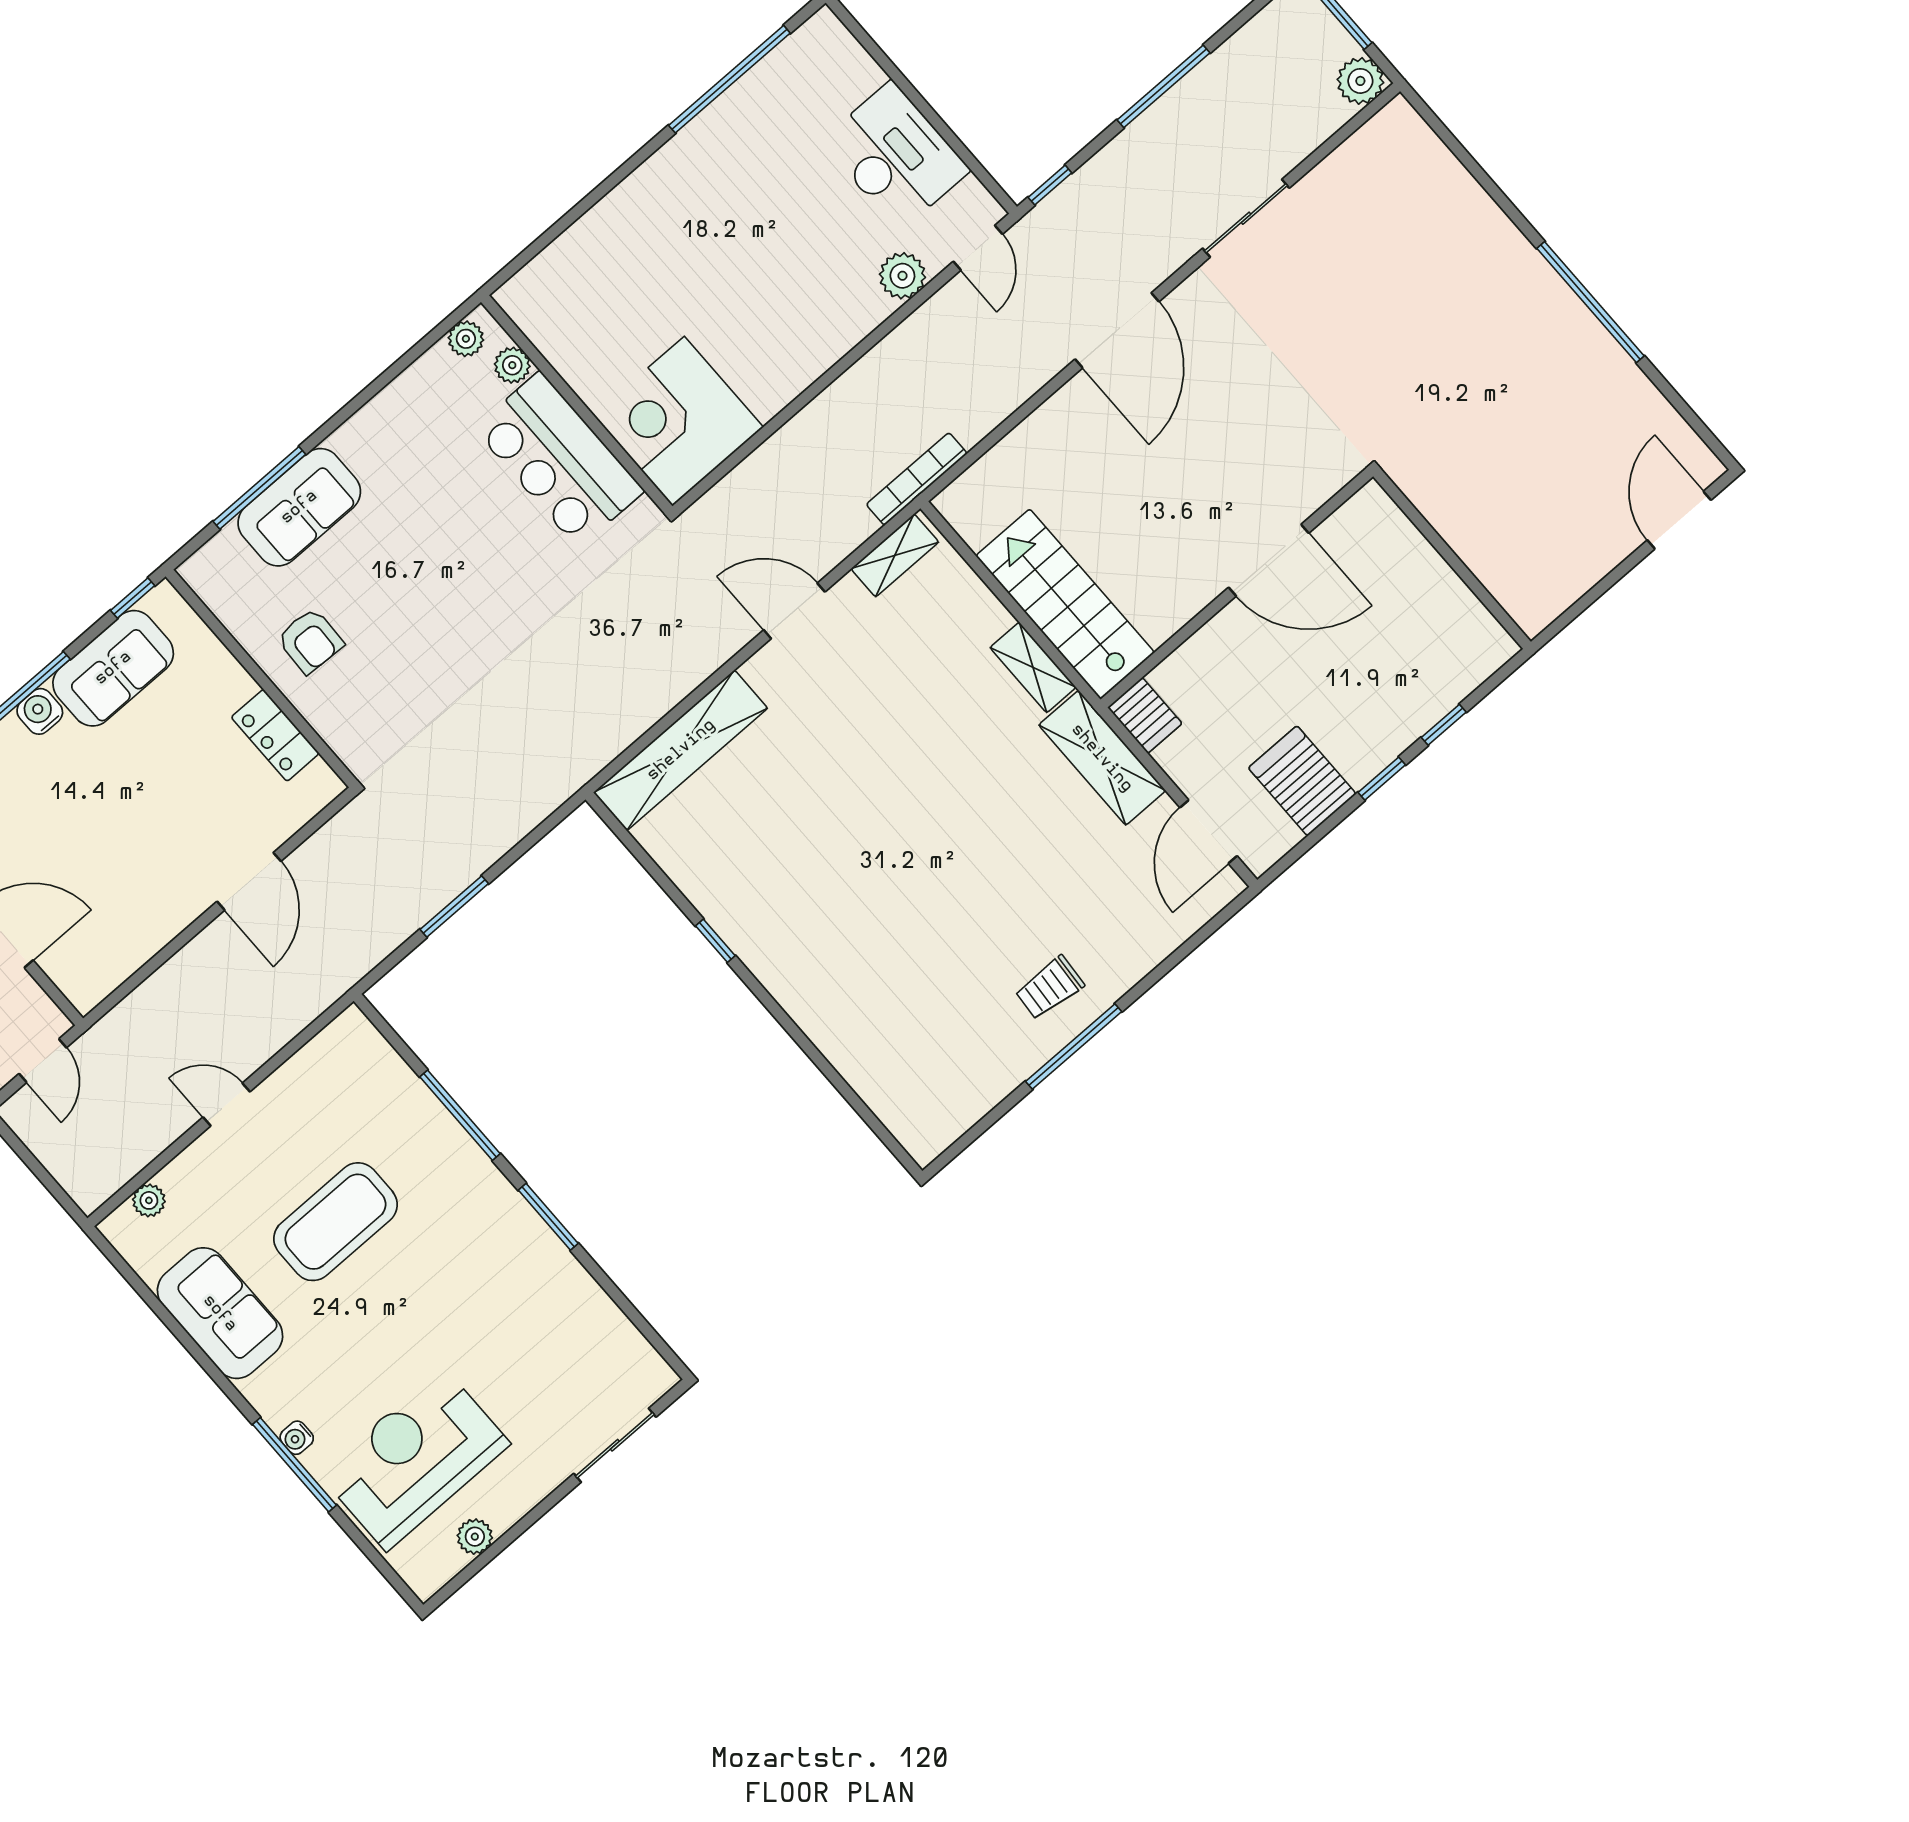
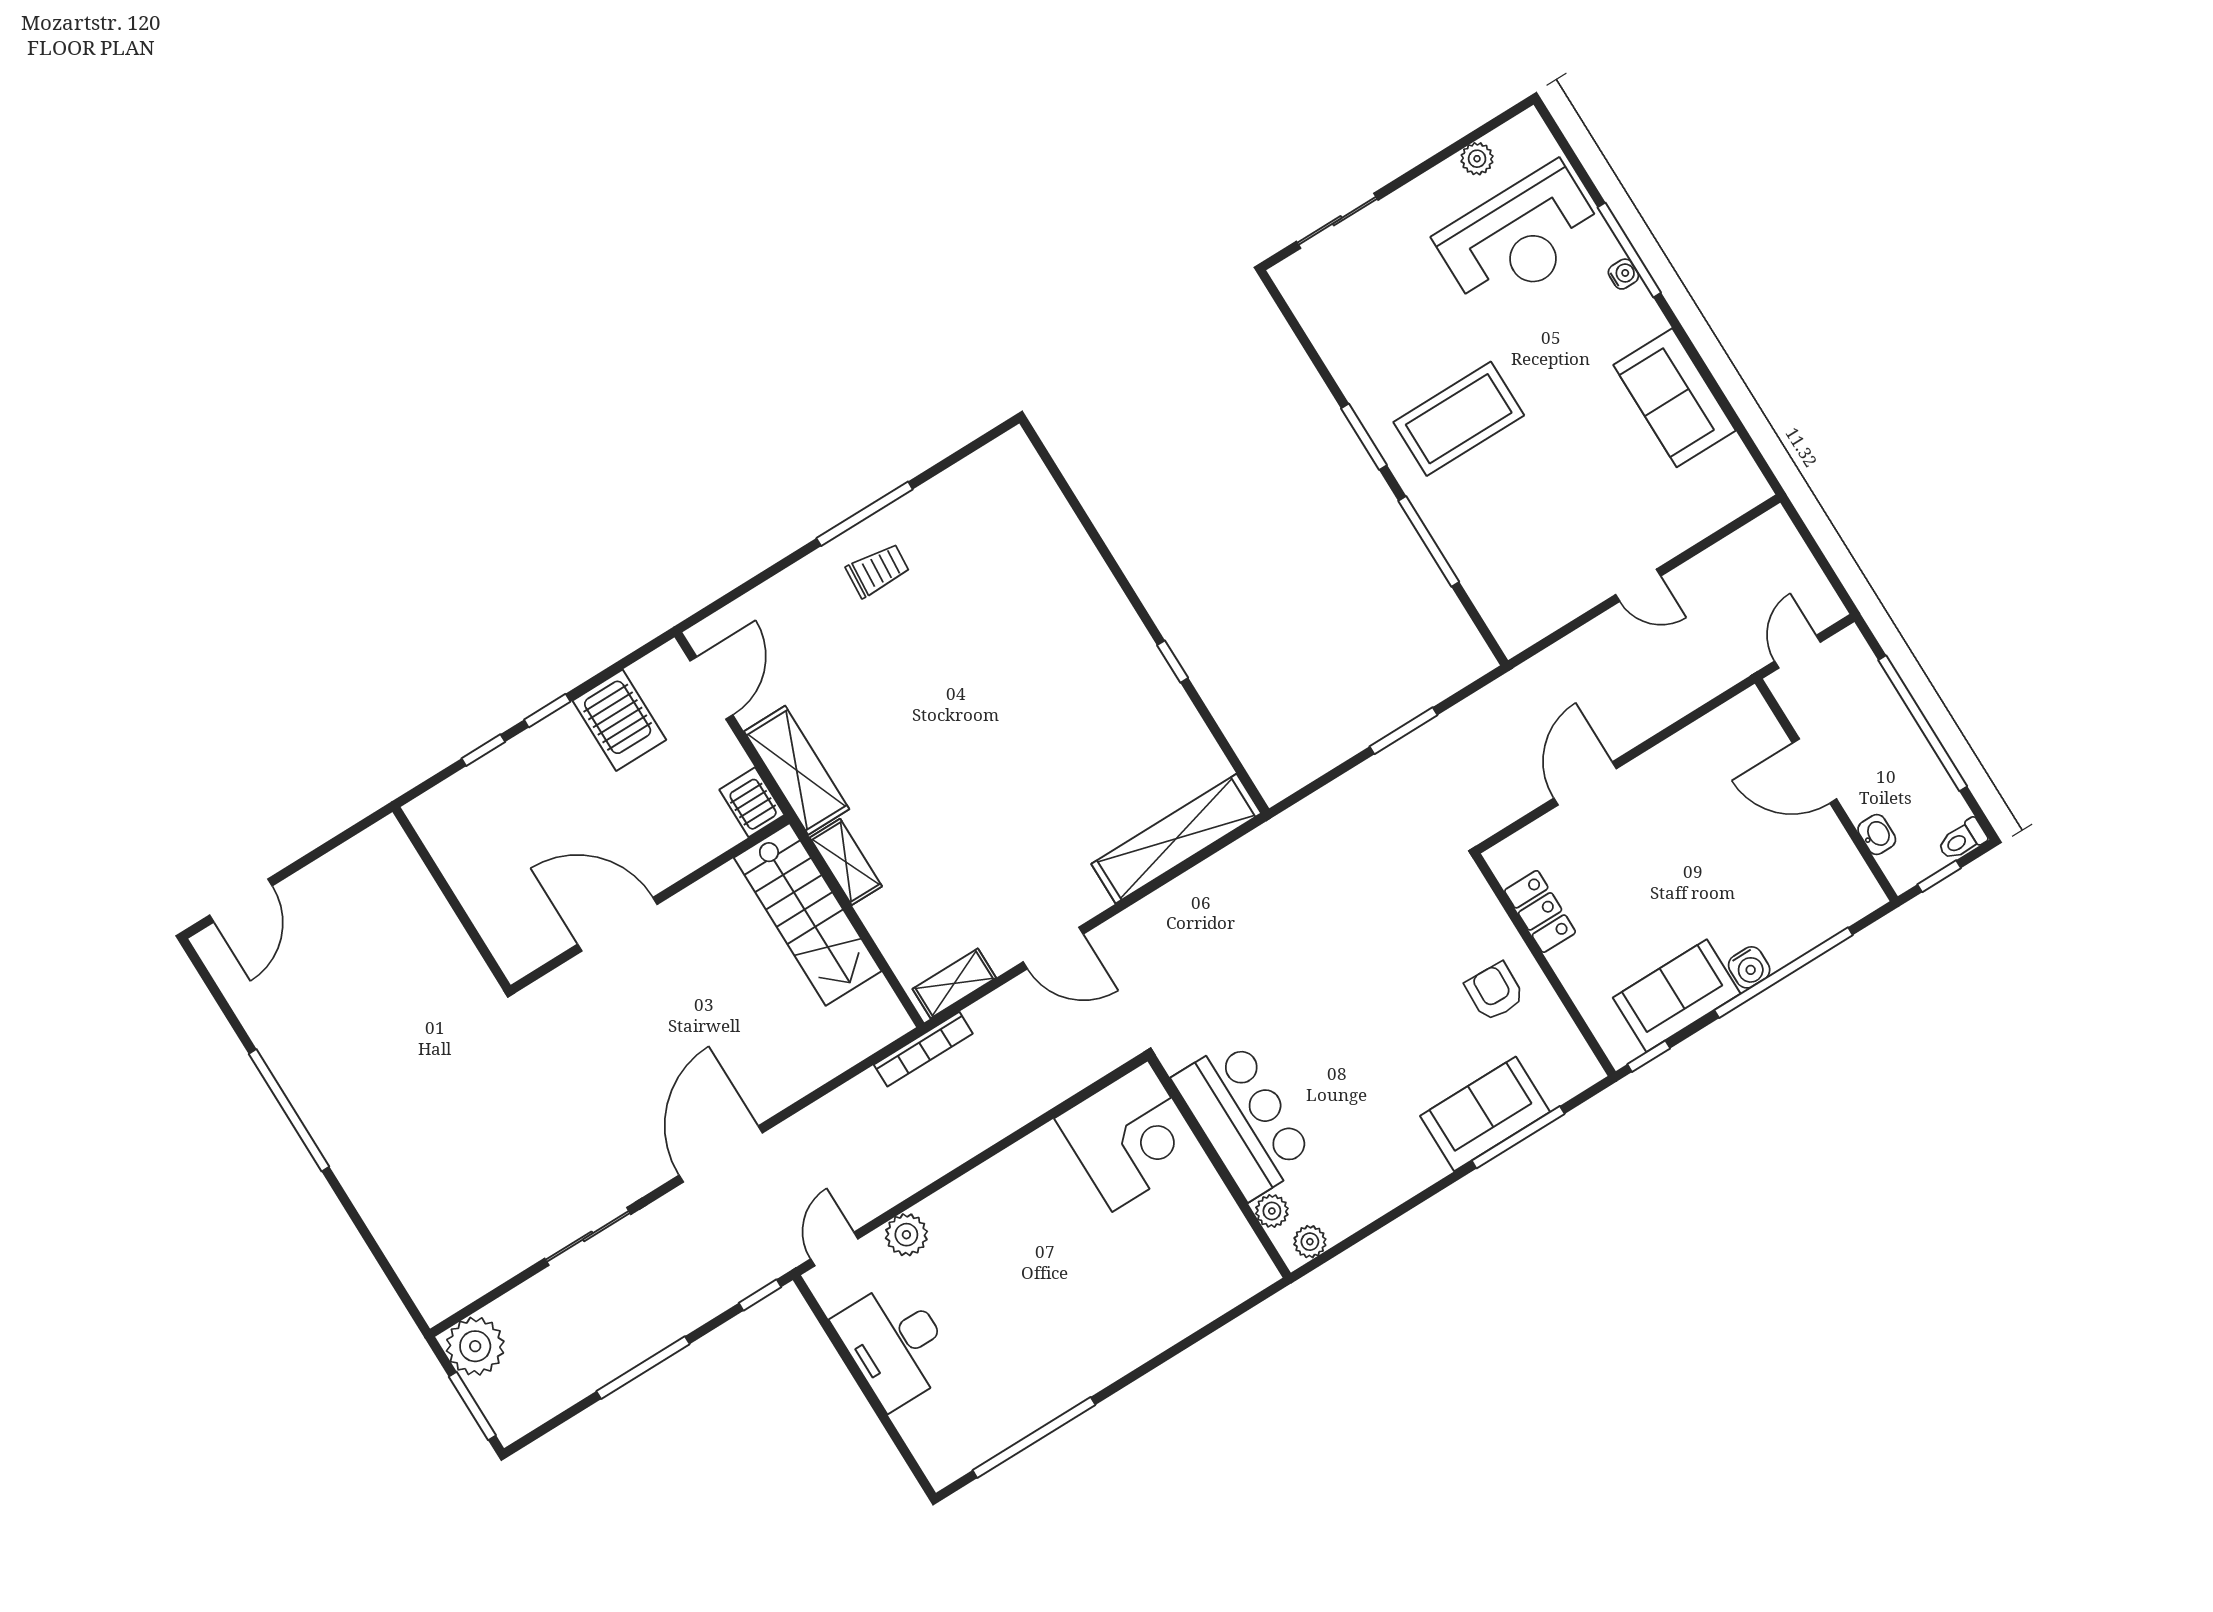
plant: (1360, 81) -> (475, 1346), width x1.36, depth x1.36
plant: (149, 1200) -> (1722, 510), removed
coffee table: (335, 1222) -> (1459, 419), moved

